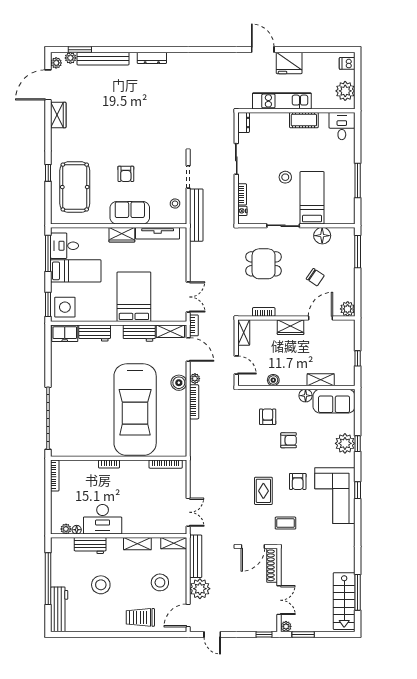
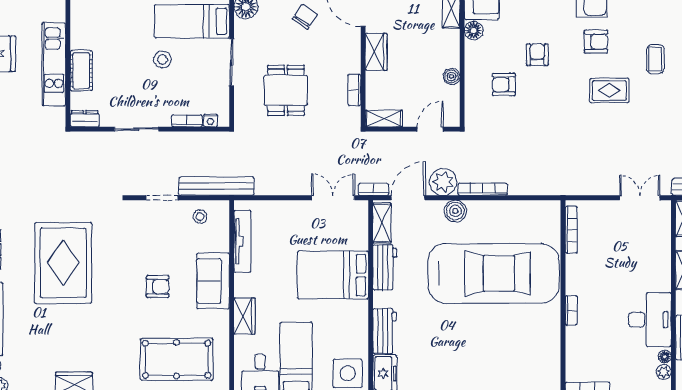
rug: (142, 107) -> (63, 263), added
cot: (304, 120) -> (81, 71), moved
wardrobe: (122, 235) -> (245, 316), moved
plant: (195, 379) -> (443, 182), width x1.88, depth x1.88

